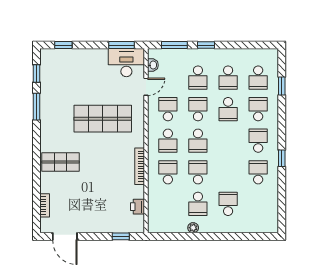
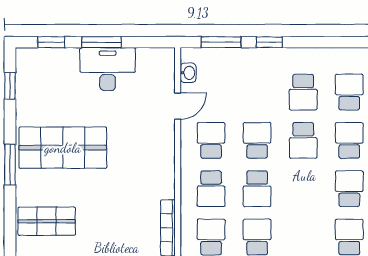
window: (122, 45) -> (102, 42), moved
desk: (126, 63) -> (108, 69), moved
school desk: (198, 78) -> (257, 92), removed
school desk: (258, 78) -> (349, 92), turned 180
window: (37, 107) -> (10, 165), moved
shop shelf: (103, 119) -> (63, 148), moved

